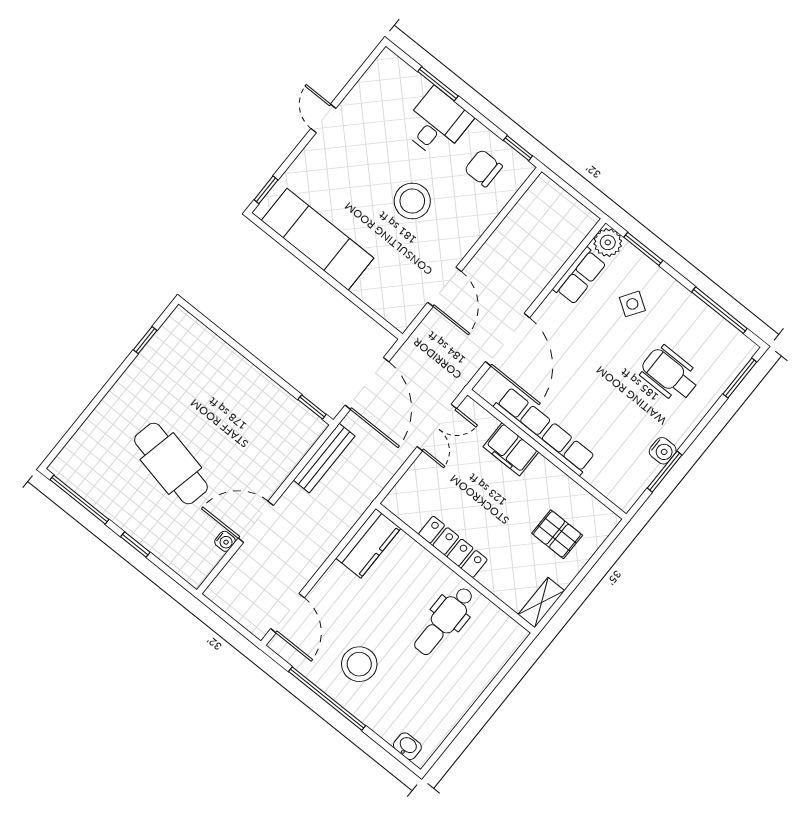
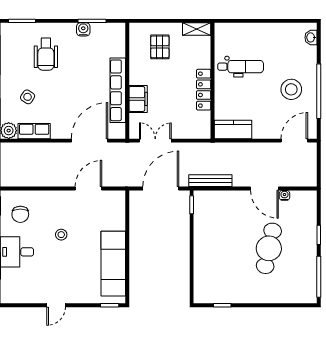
stool: (412, 201) -> (61, 235), width x0.53, depth x0.53

